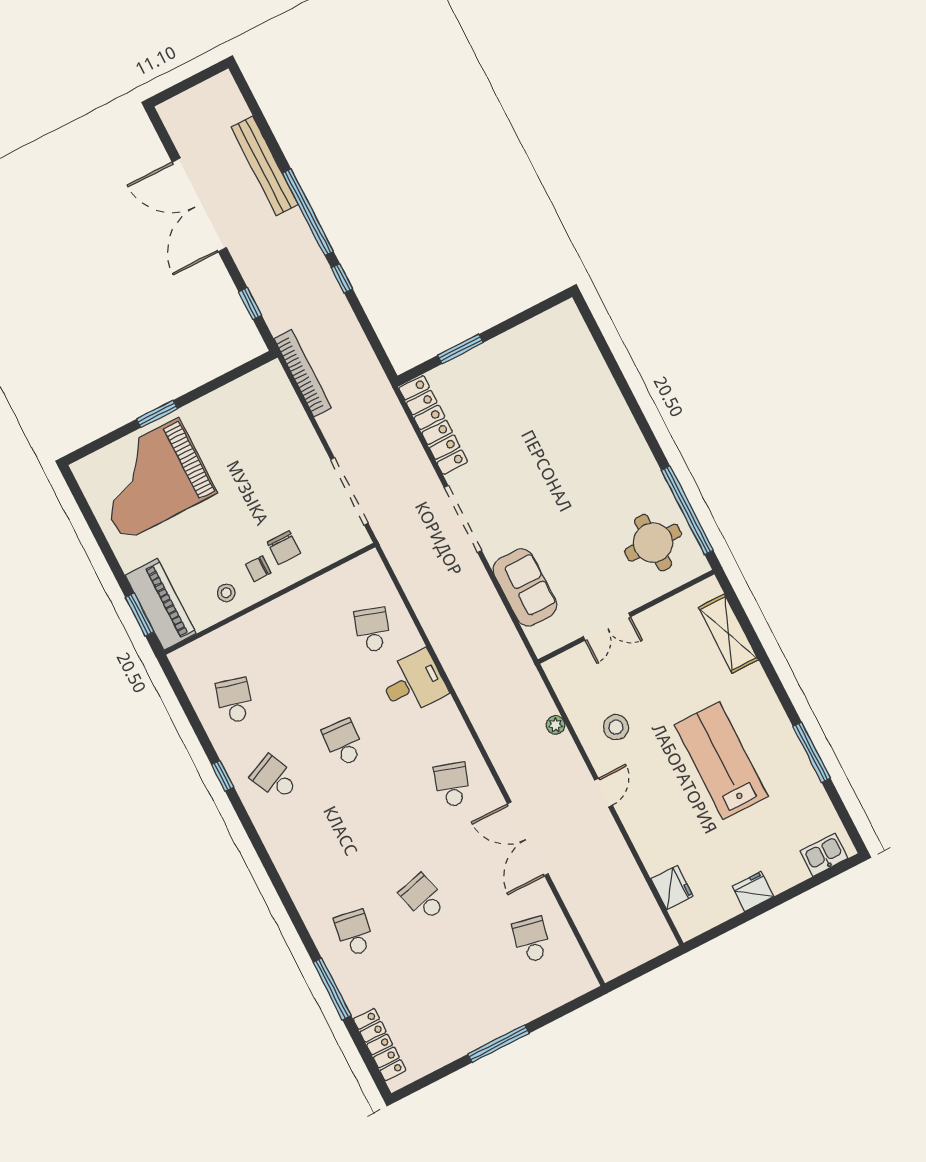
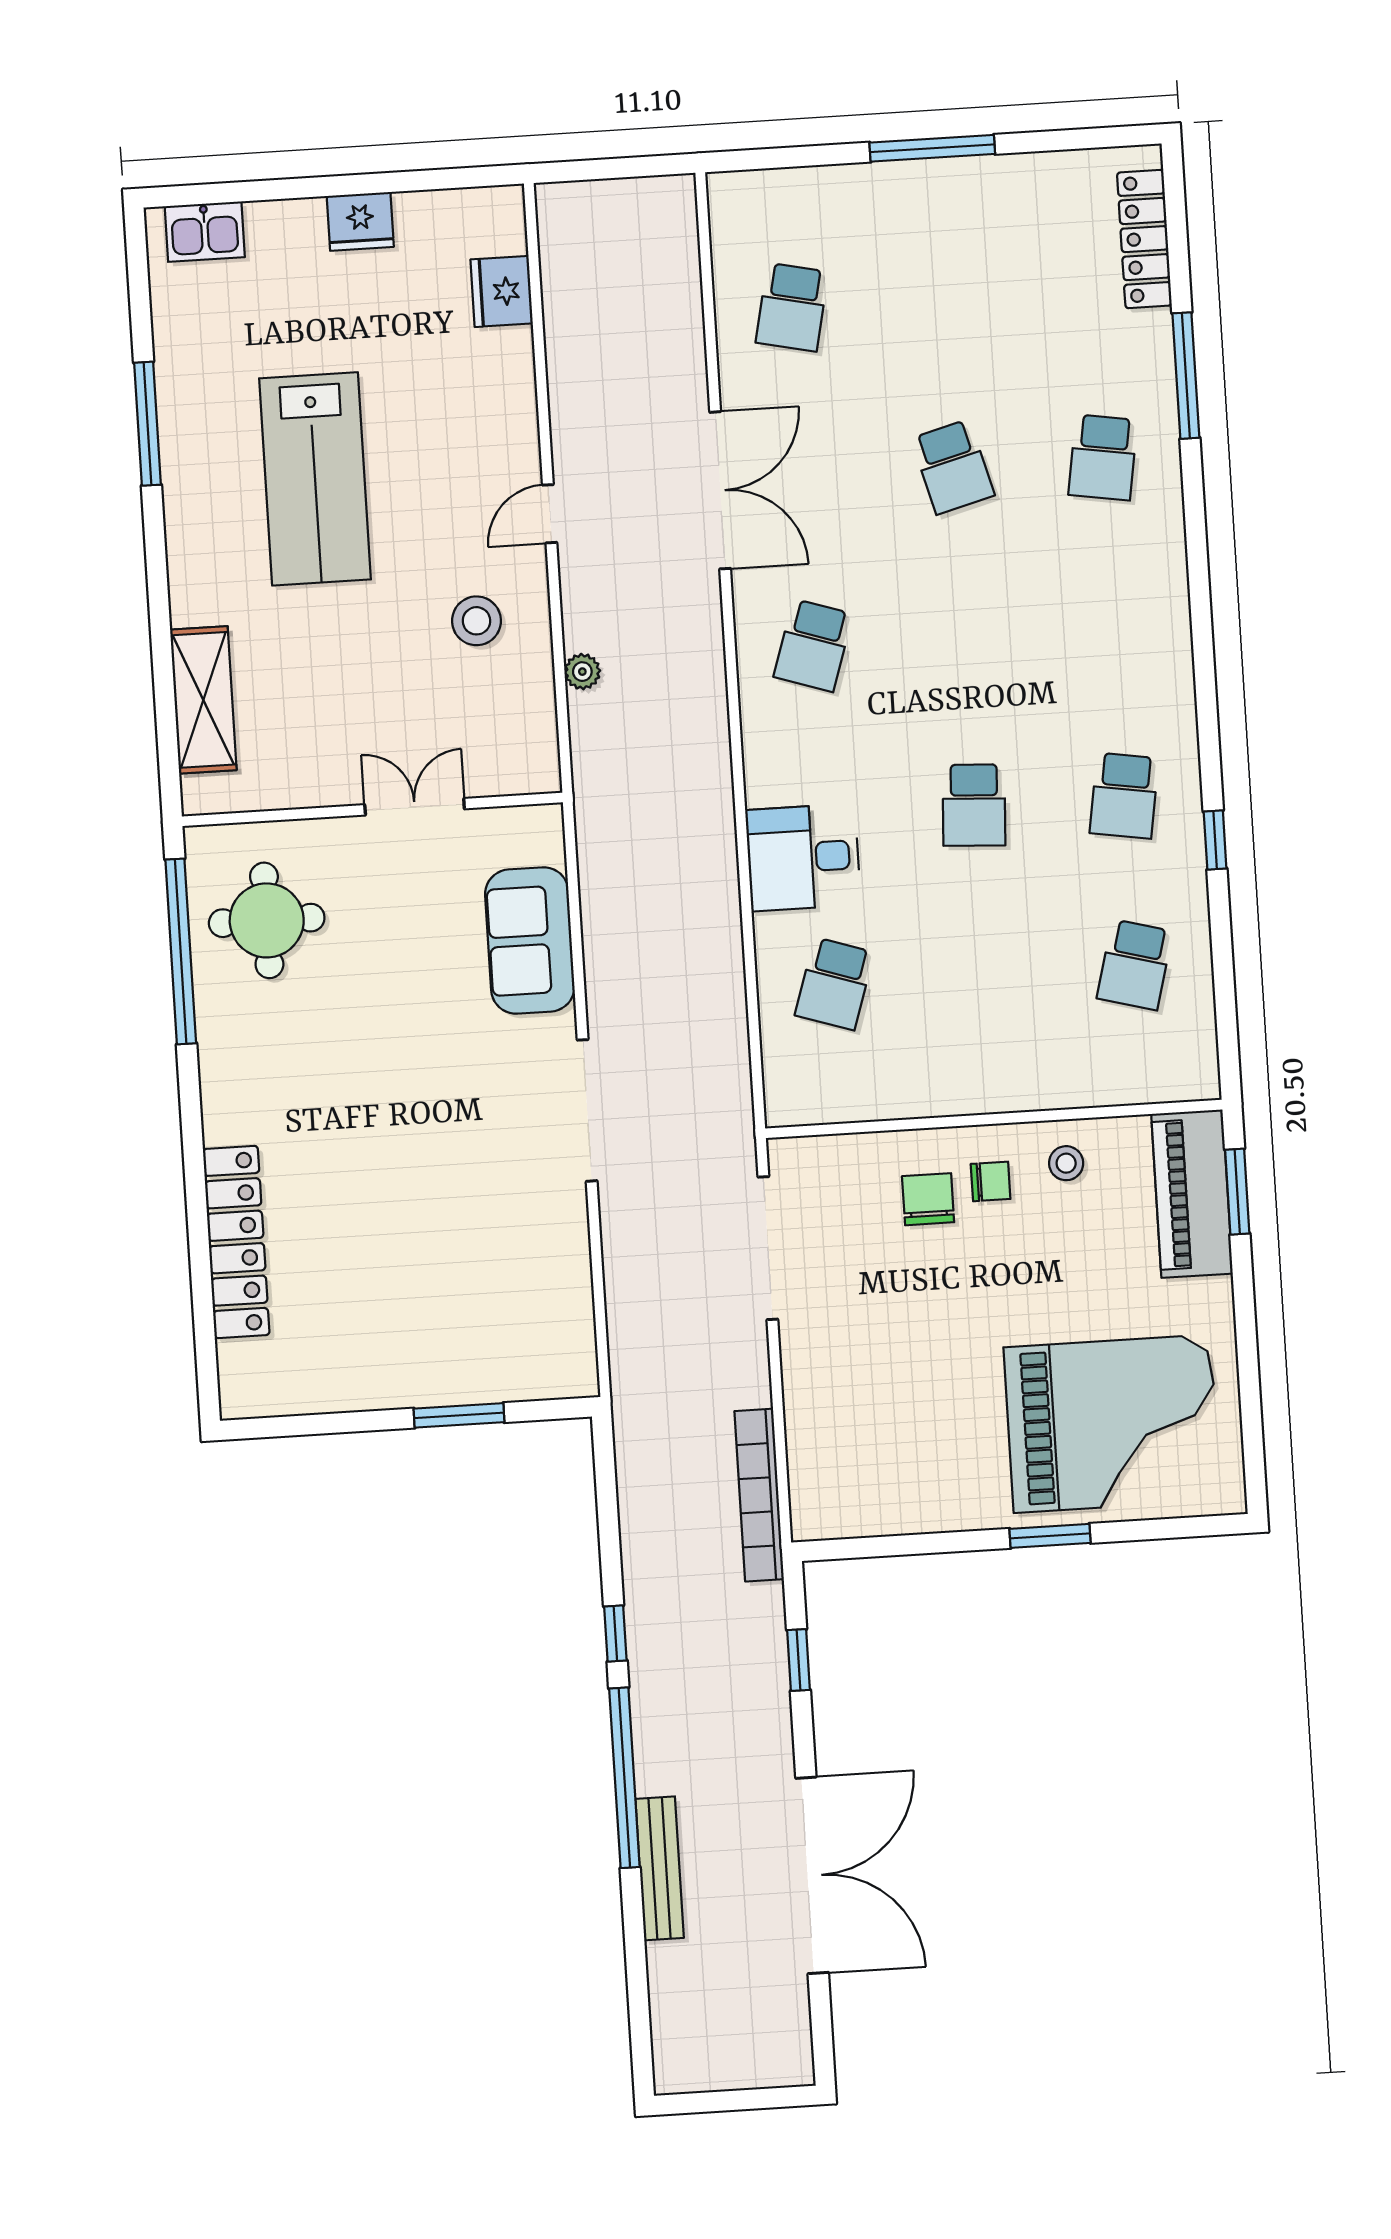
bench: (265, 166) -> (660, 1868), width x0.73, depth x0.82
locker: (433, 425) -> (236, 1242), moved, turned 180
school desk: (275, 778) -> (1124, 796), turned 33

